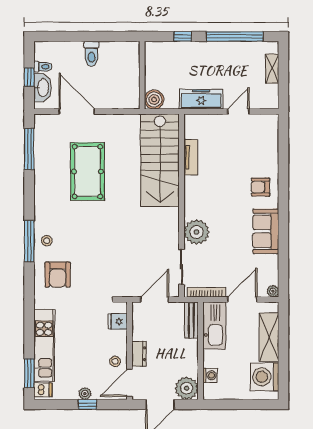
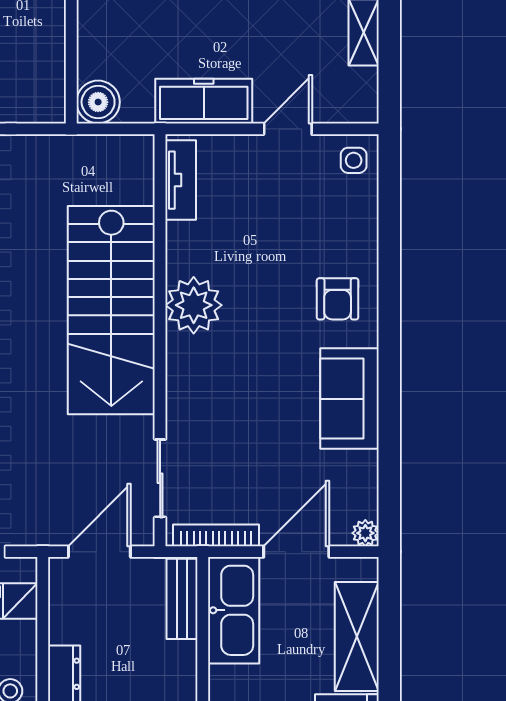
side table: (268, 125) -> (354, 160), added
tv unit: (191, 157) -> (181, 180), moved
stairs: (160, 160) -> (111, 310), moved
armchair: (261, 187) -> (338, 299), turned -90
plant: (197, 232) -> (194, 305), moved

